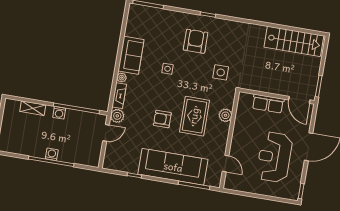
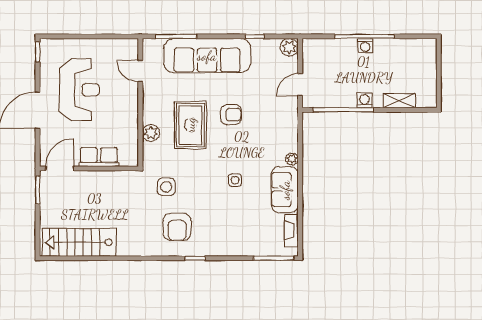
armchair: (196, 41) -> (177, 227), moved
fireplace: (119, 96) -> (291, 230), moved
door: (299, 100) -> (60, 169), hinge flipped
plant: (117, 116) -> (289, 47), moved

